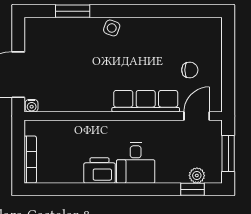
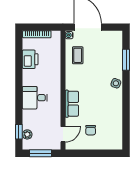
coffee table: (65, 92) -> (78, 55), added
row of seats: (146, 101) -> (72, 104), width x0.68
door: (197, 116) -> (63, 134), hinge flipped
printer: (100, 170) -> (30, 59), moved

